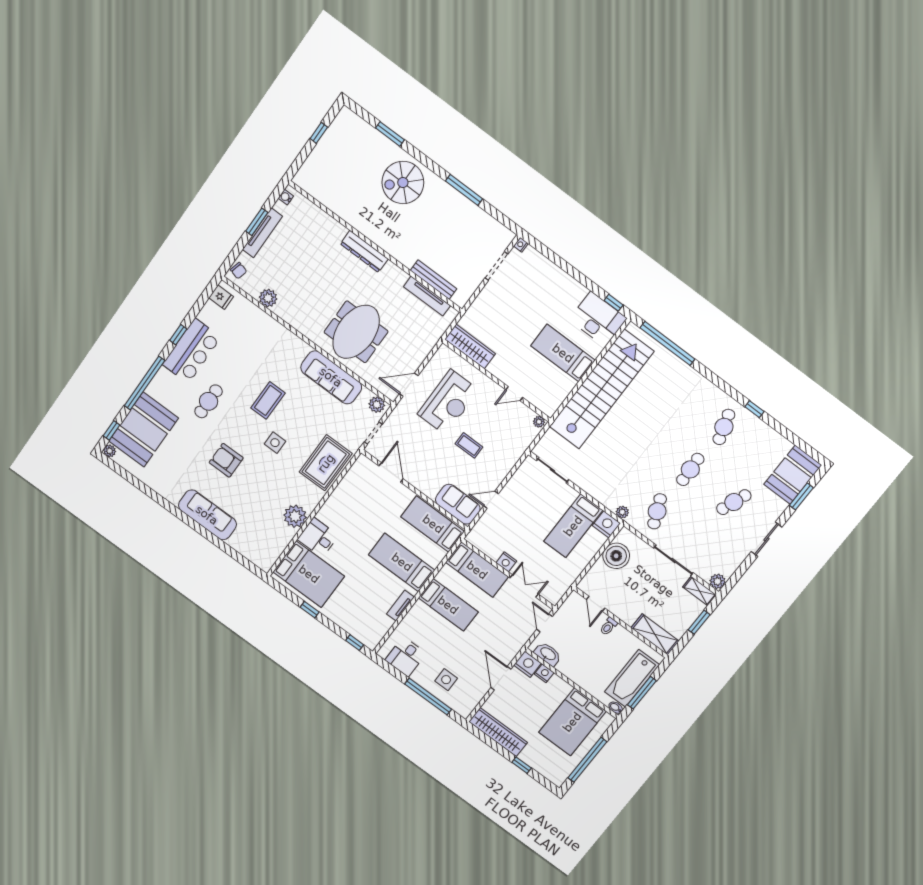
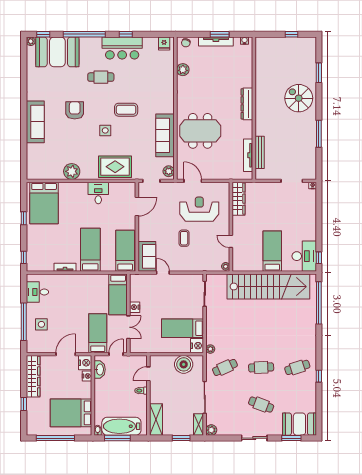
reception desk: (448, 402) -> (199, 209), turned 180
desk: (318, 538) -> (98, 193), moved
bed: (448, 605) -> (98, 333), moved, turned 180

